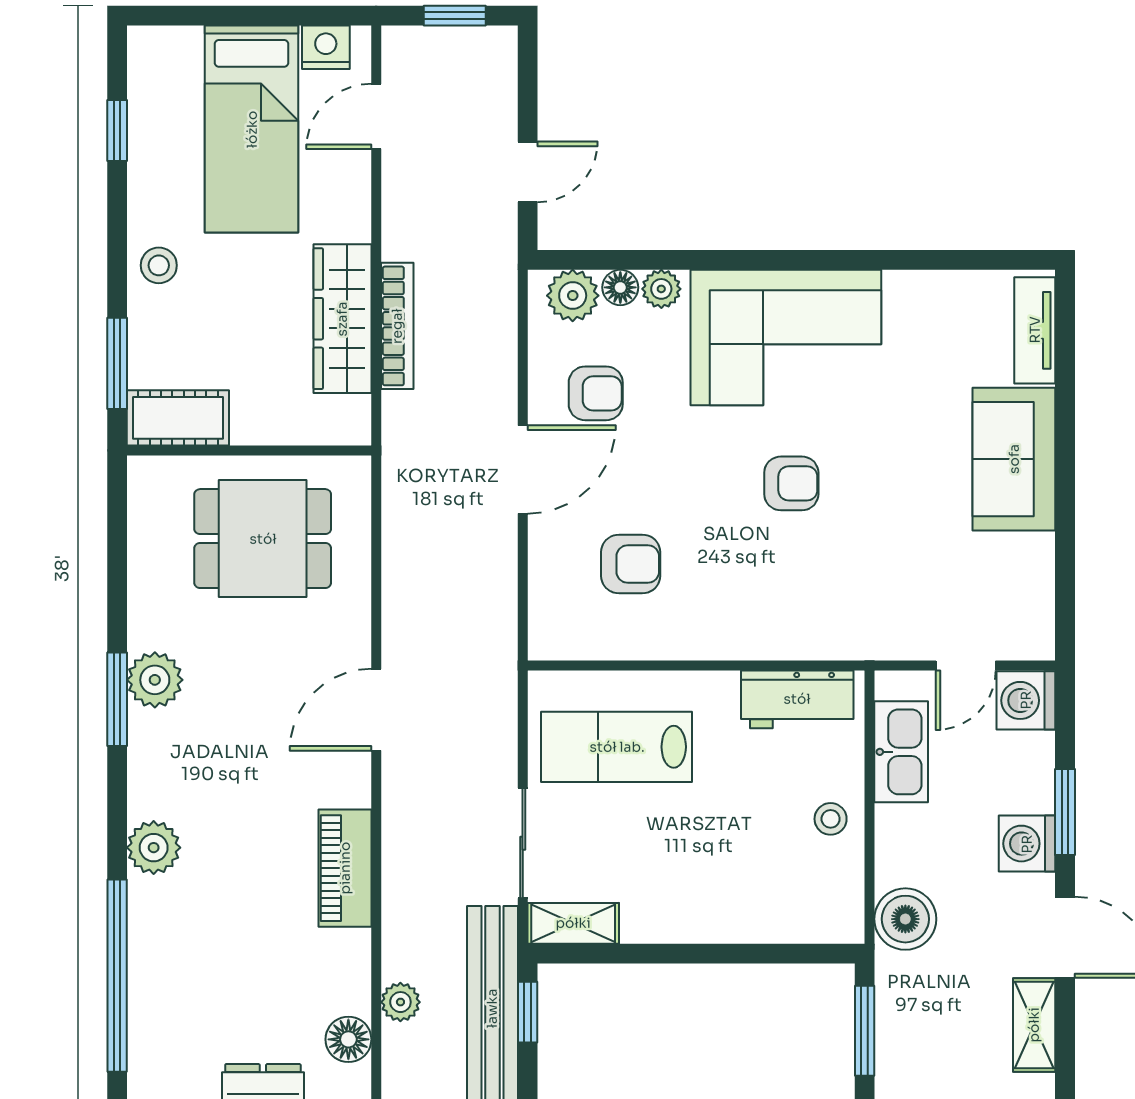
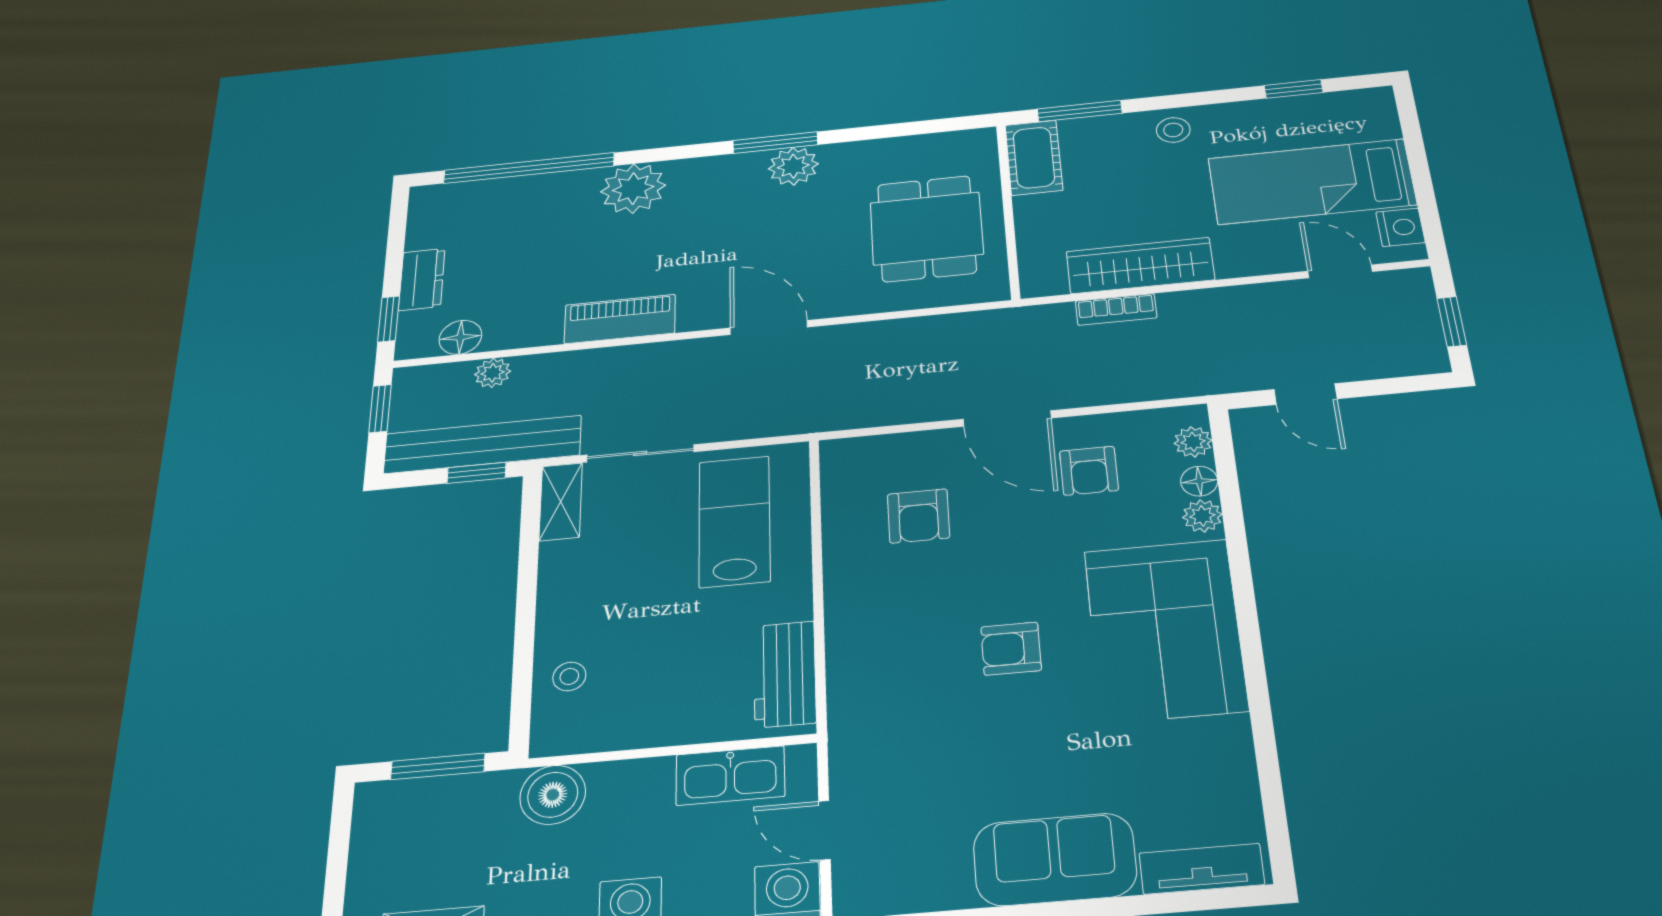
plant: (573, 296) -> (1193, 442), width x0.73, depth x0.73
bookcase: (397, 326) -> (1116, 309), width x0.64
armchair: (791, 483) -> (1011, 649), turned 90
stool: (831, 819) -> (569, 676), moved
plant: (154, 848) -> (633, 189), width x1.36, depth x1.36

